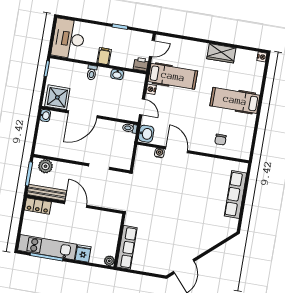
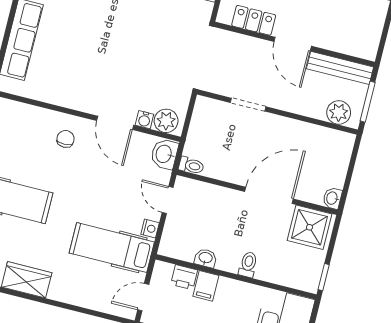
filing cabinet: (104, 56) -> (206, 286), moved
printer: (141, 64) -> (184, 277), moved
chair: (221, 140) -> (66, 139), moved
plant: (147, 153) -> (166, 121), added
locker: (38, 206) -> (254, 20), moved

